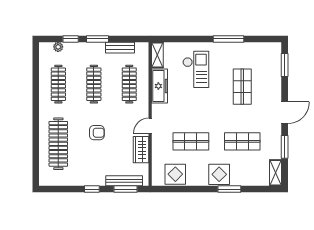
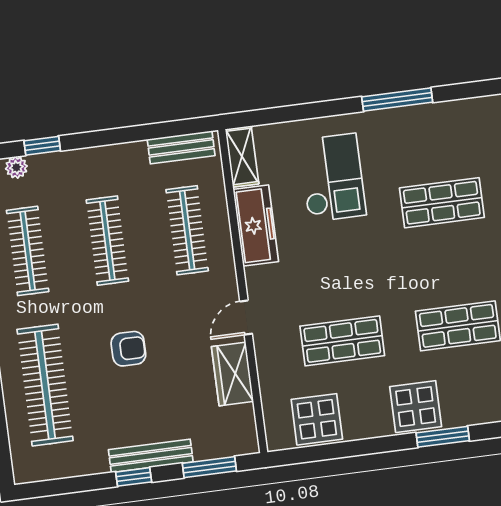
window: (97, 39) -> (102, 138), removed
bench: (120, 48) -> (181, 147), moved
shop shelf: (242, 87) -> (442, 203), turned 90
bench: (124, 181) -> (151, 456), moved

